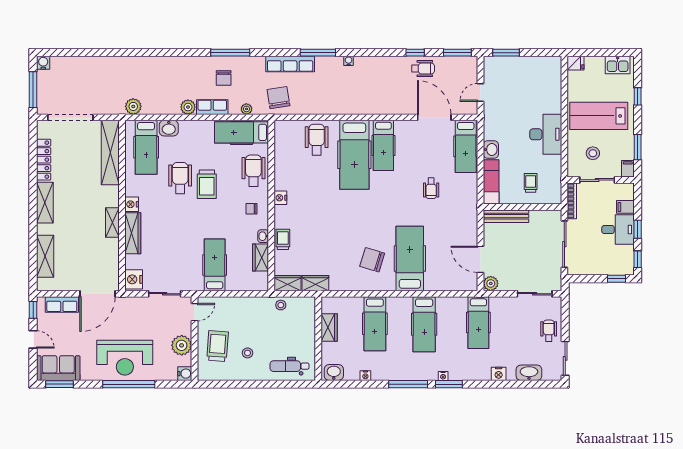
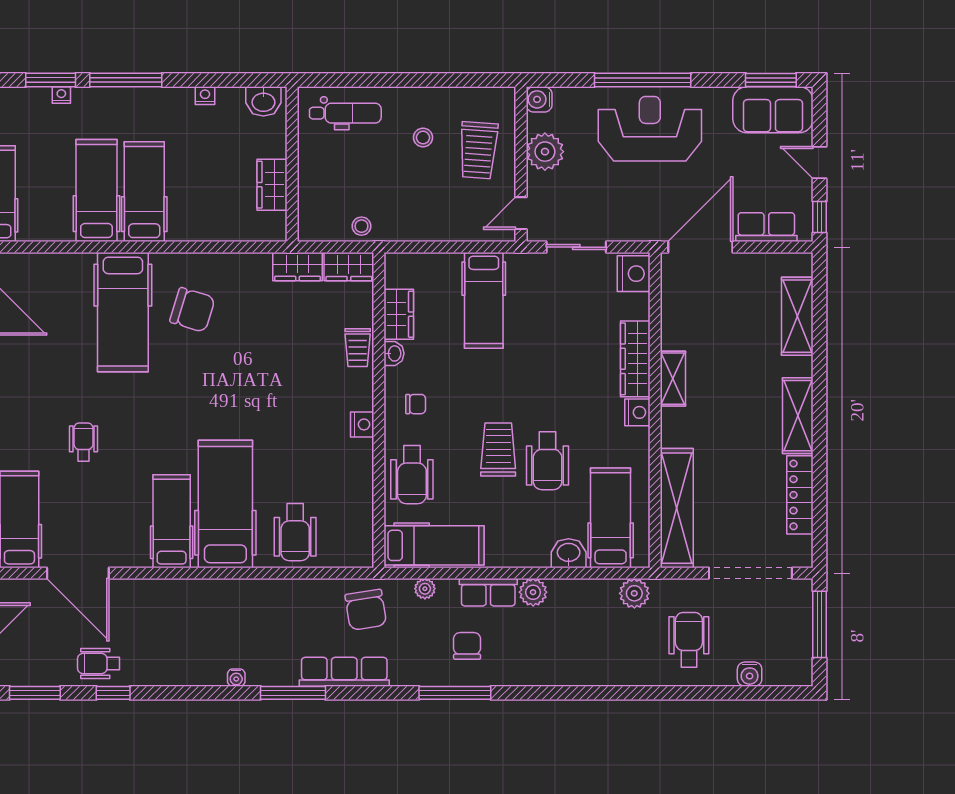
water cooler: (43, 63) -> (750, 674), moved
wheelchair: (104, 81) -> (689, 640), added
hospital bed: (375, 324) -> (144, 192), moved

